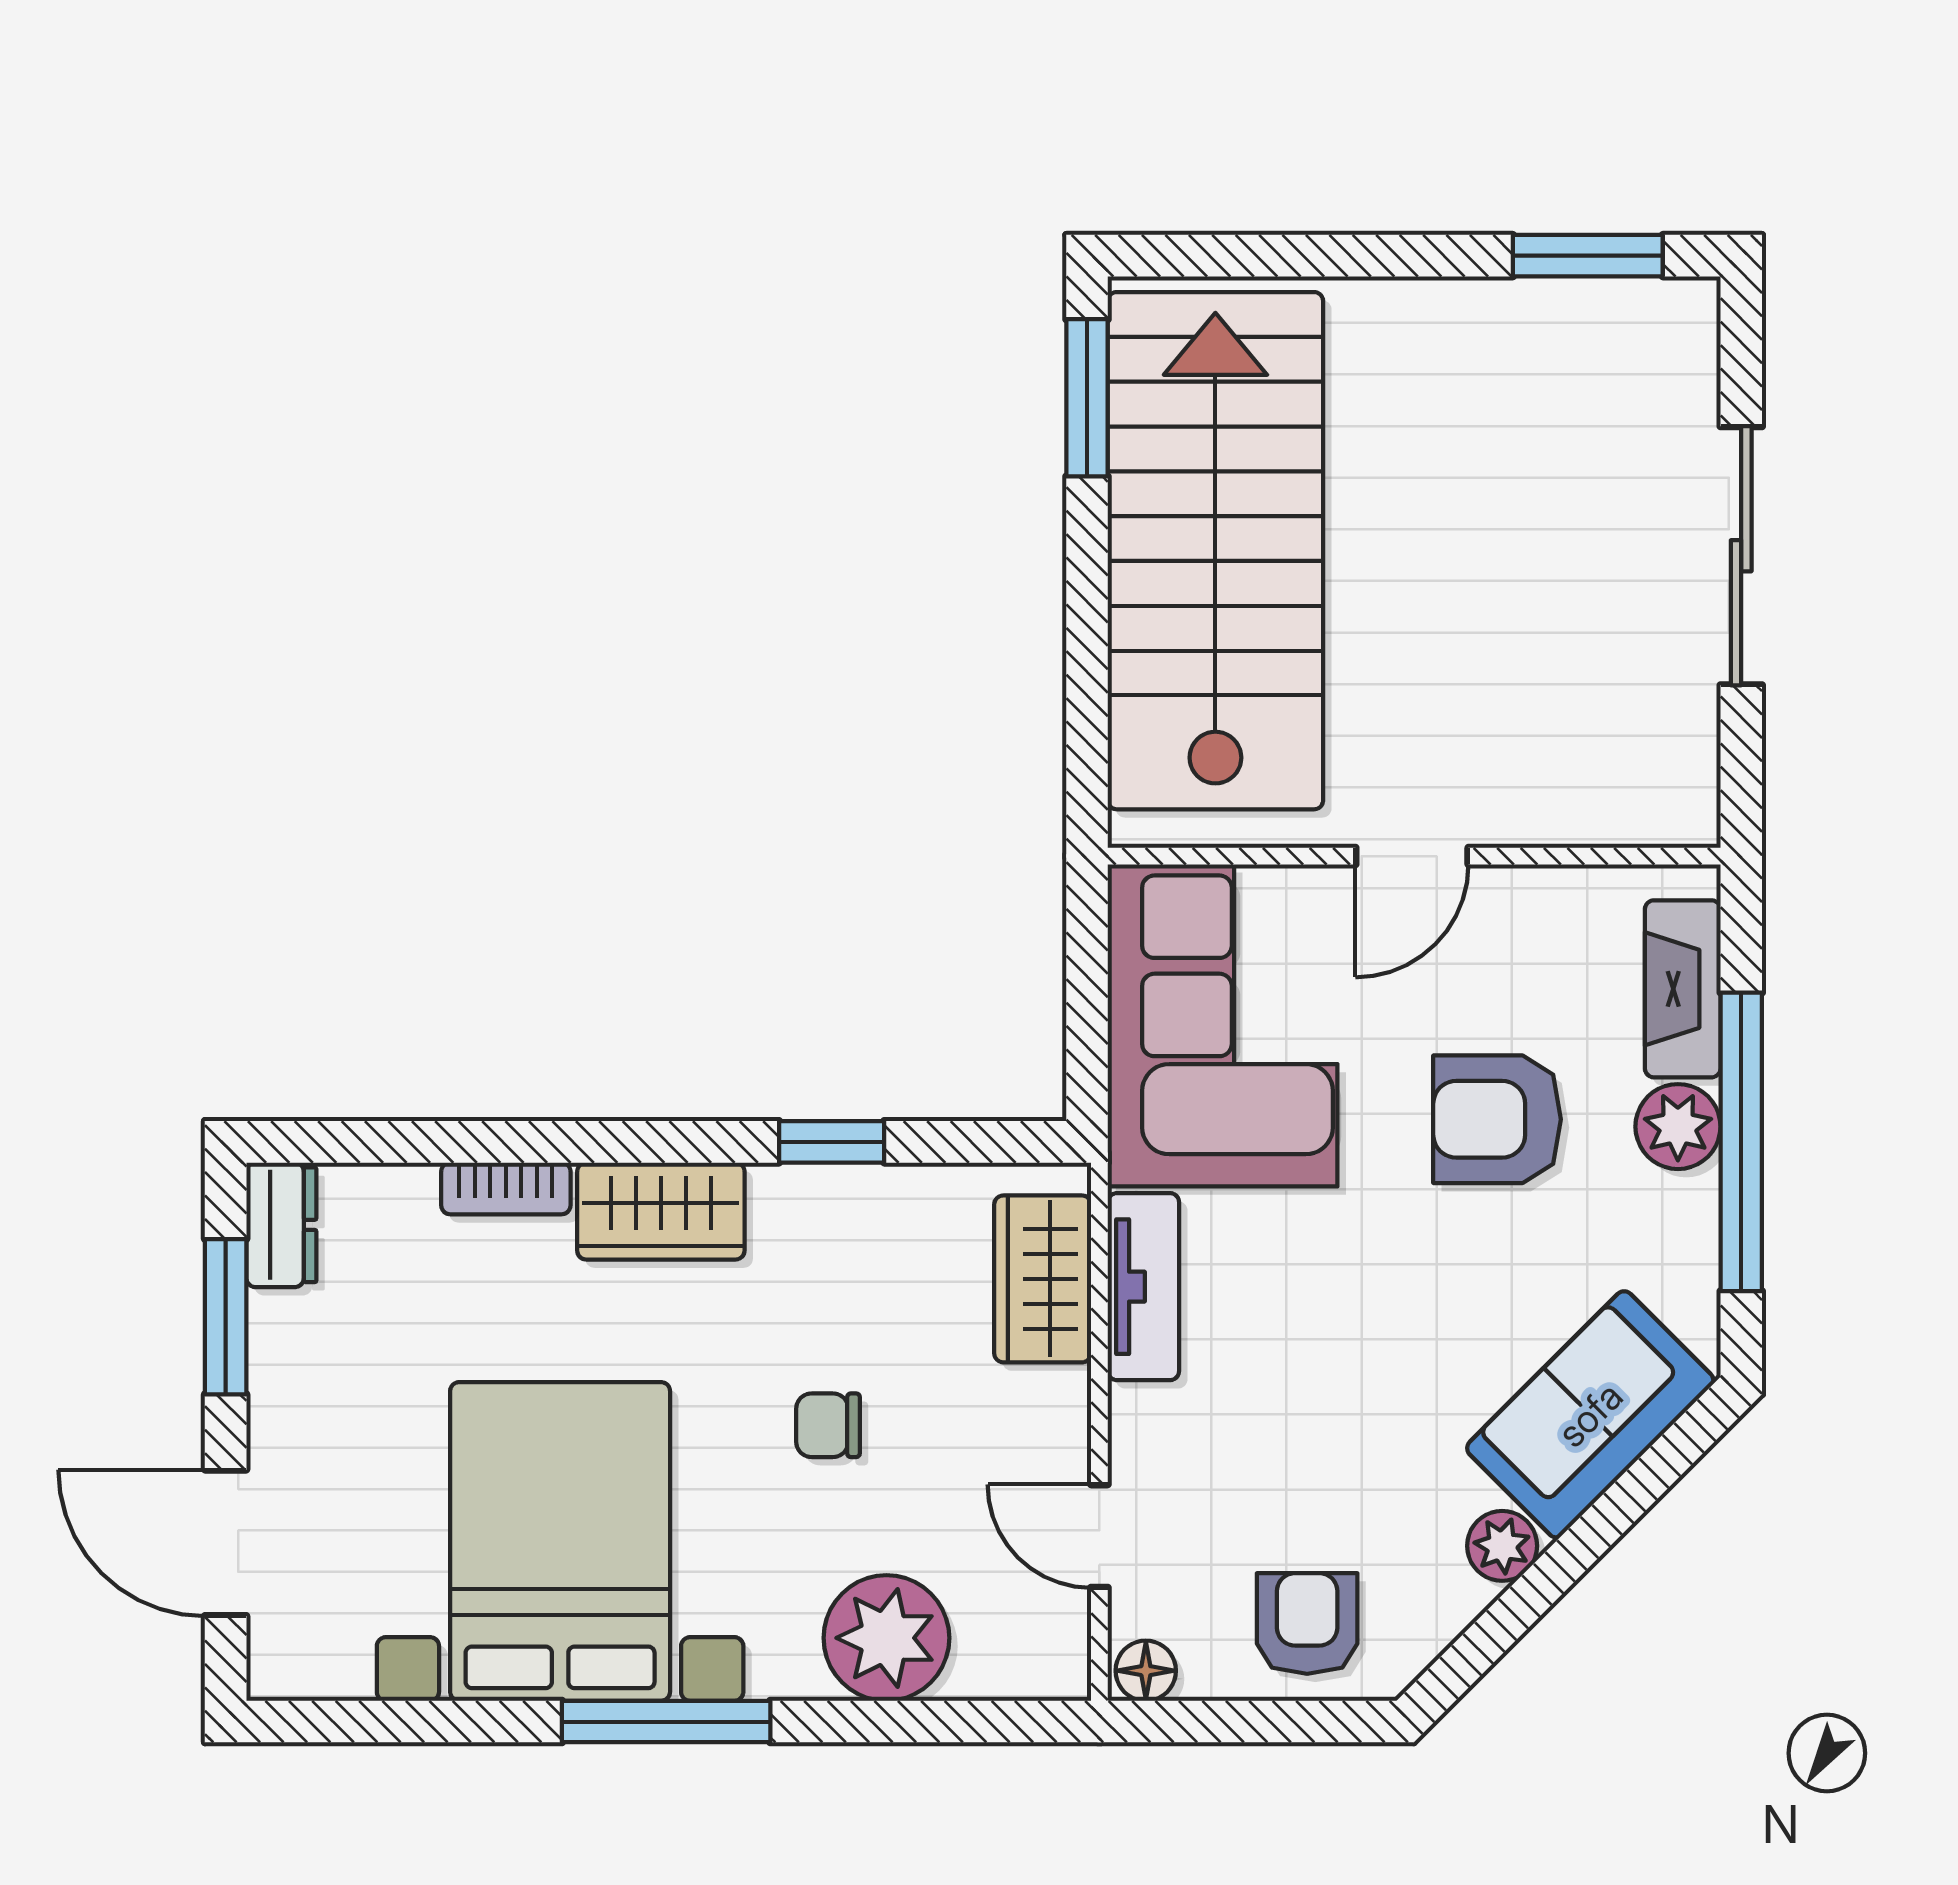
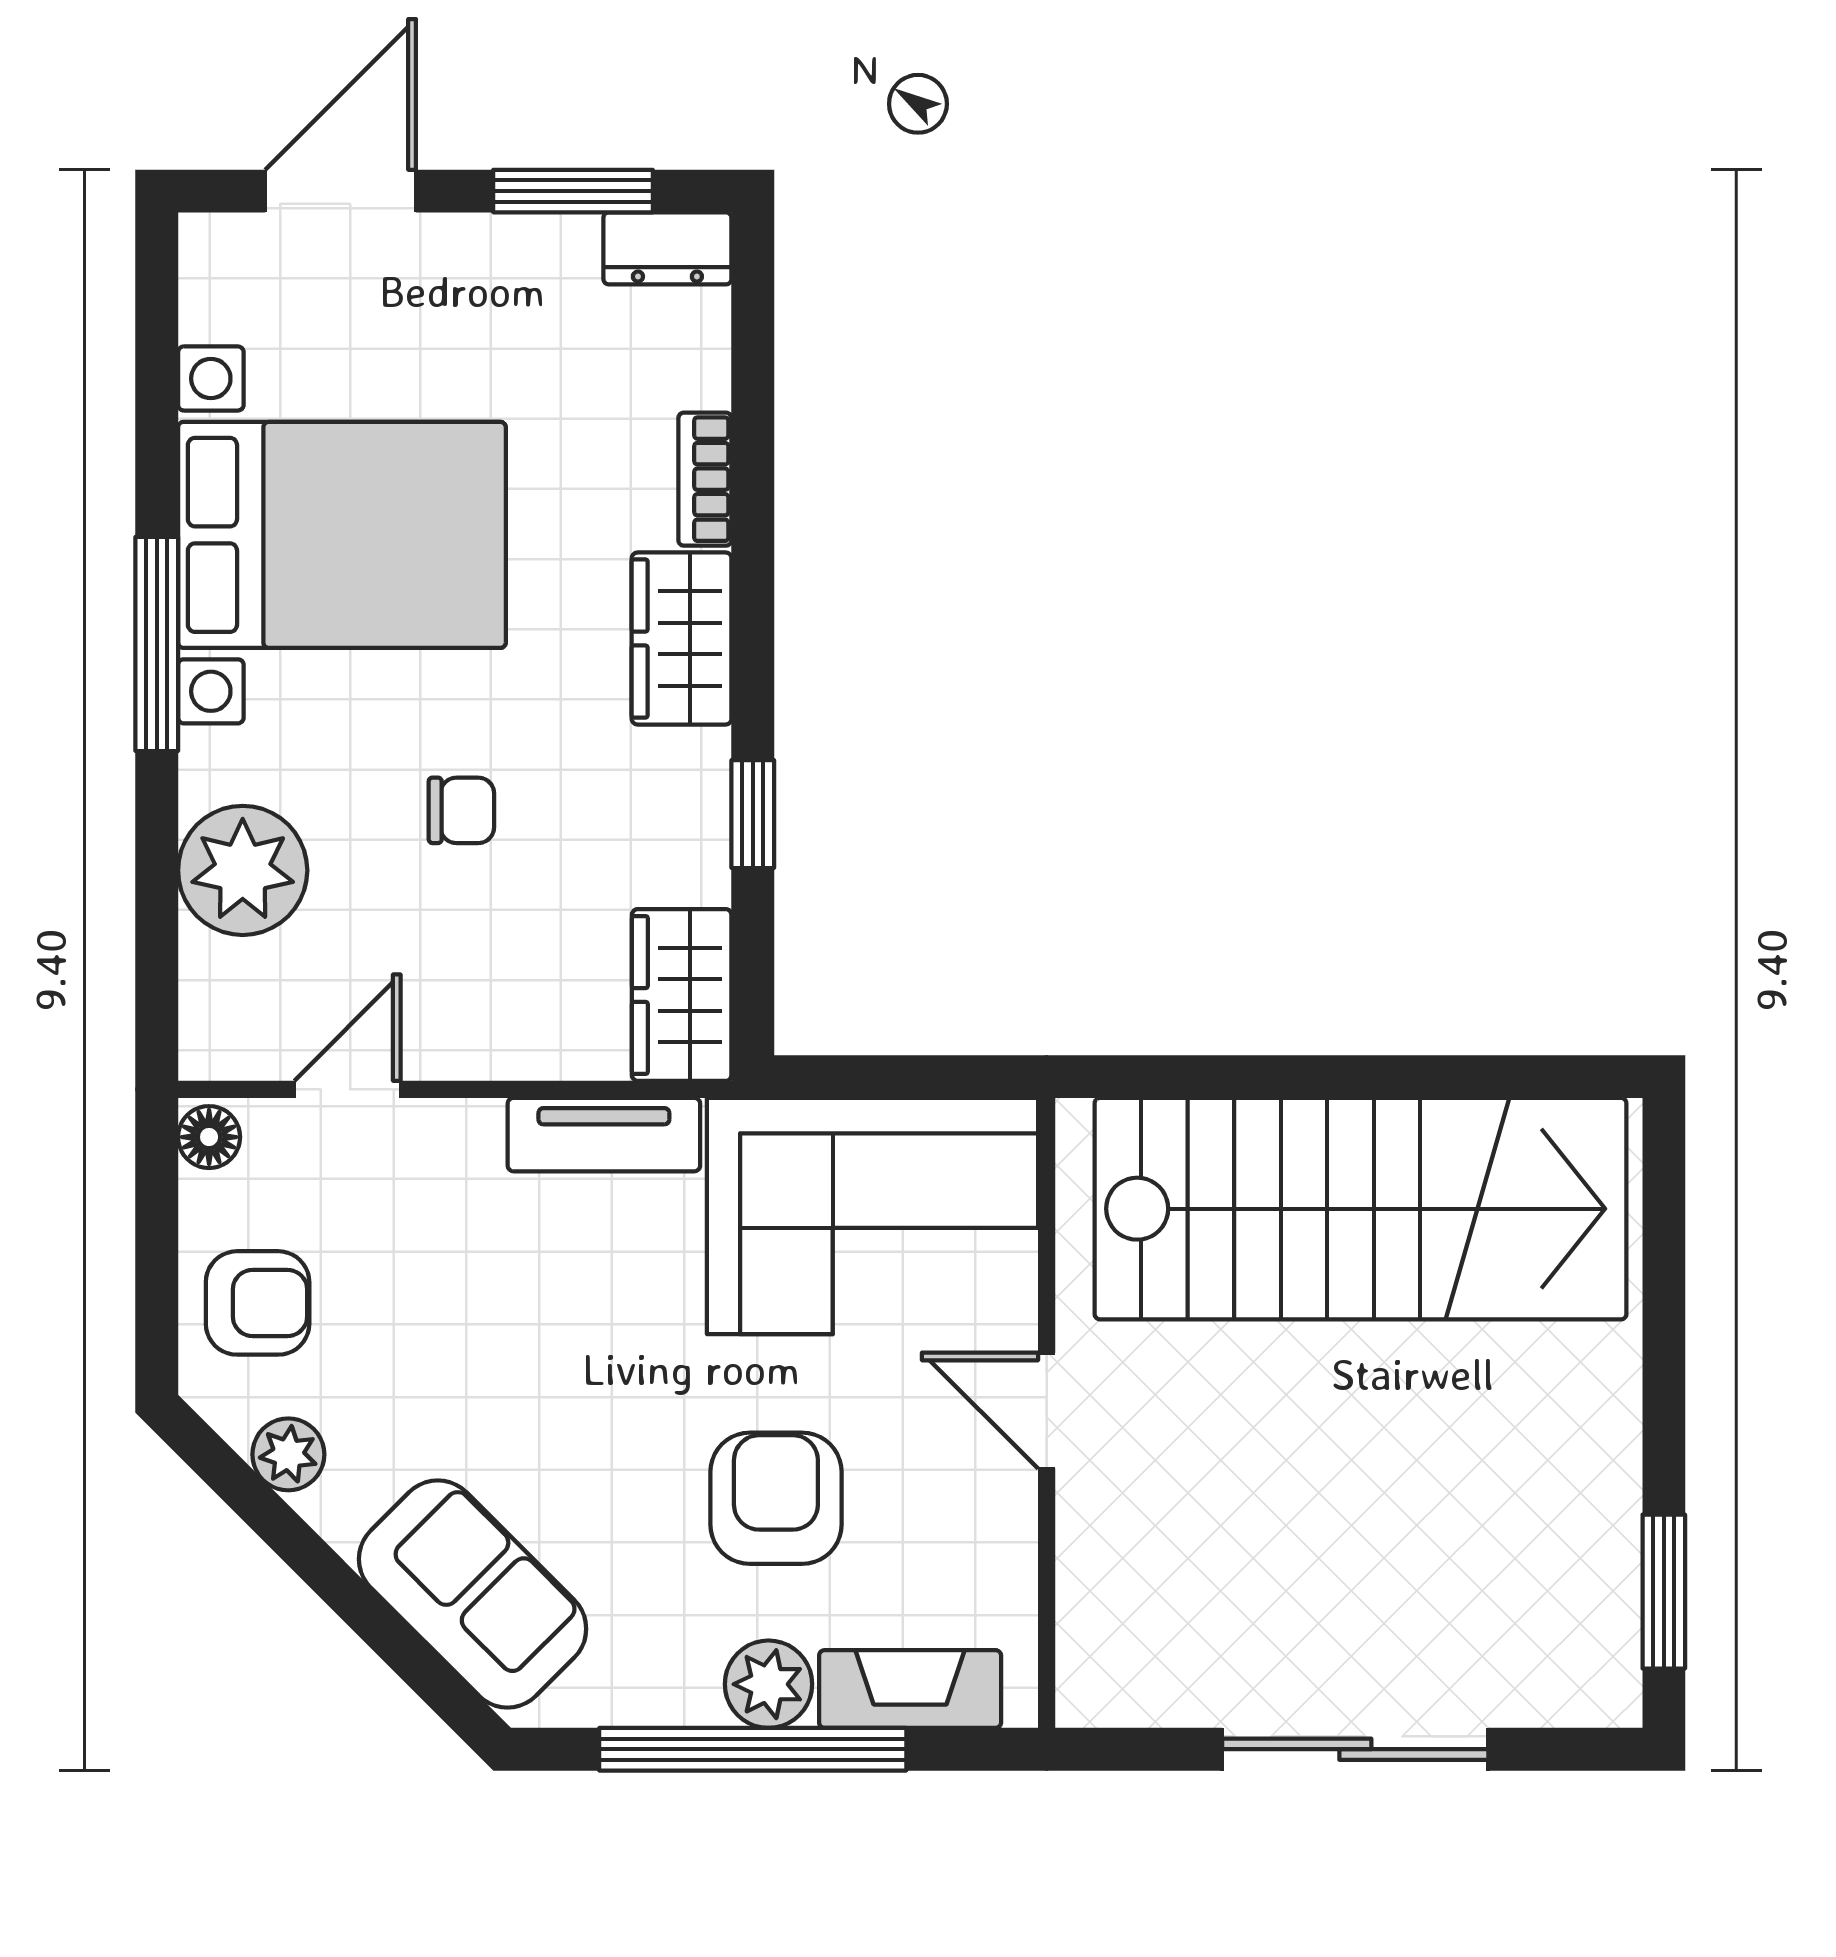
window: (1087, 398) -> (1518, 1077), removed
wardrobe: (1043, 1279) -> (682, 995), moved, turned -90
chair: (828, 1425) -> (461, 810), turned 90
plant: (1502, 1546) -> (288, 1454), moved

